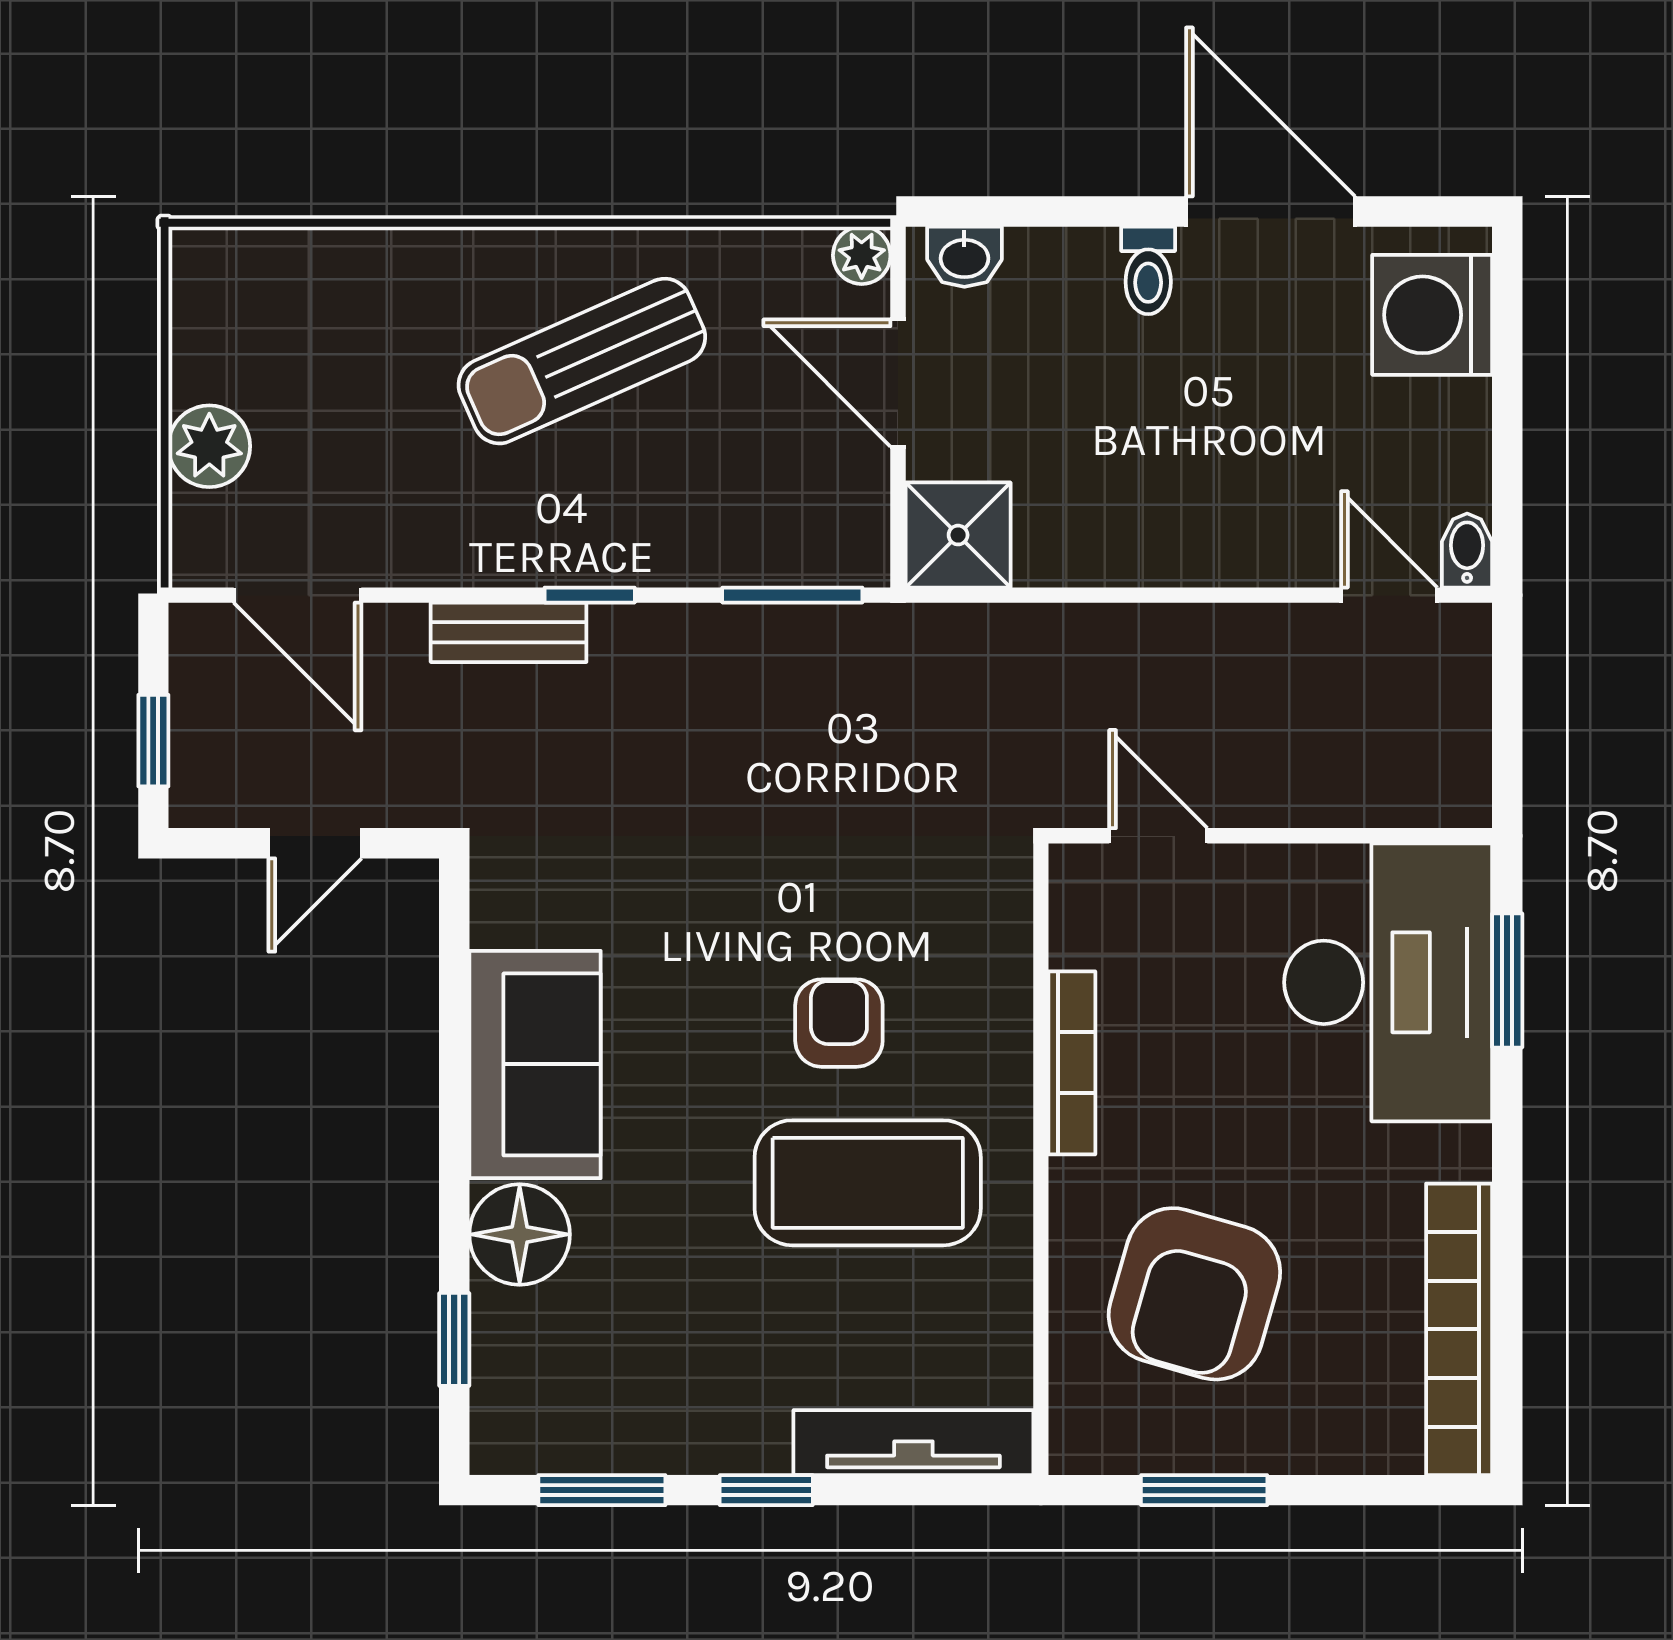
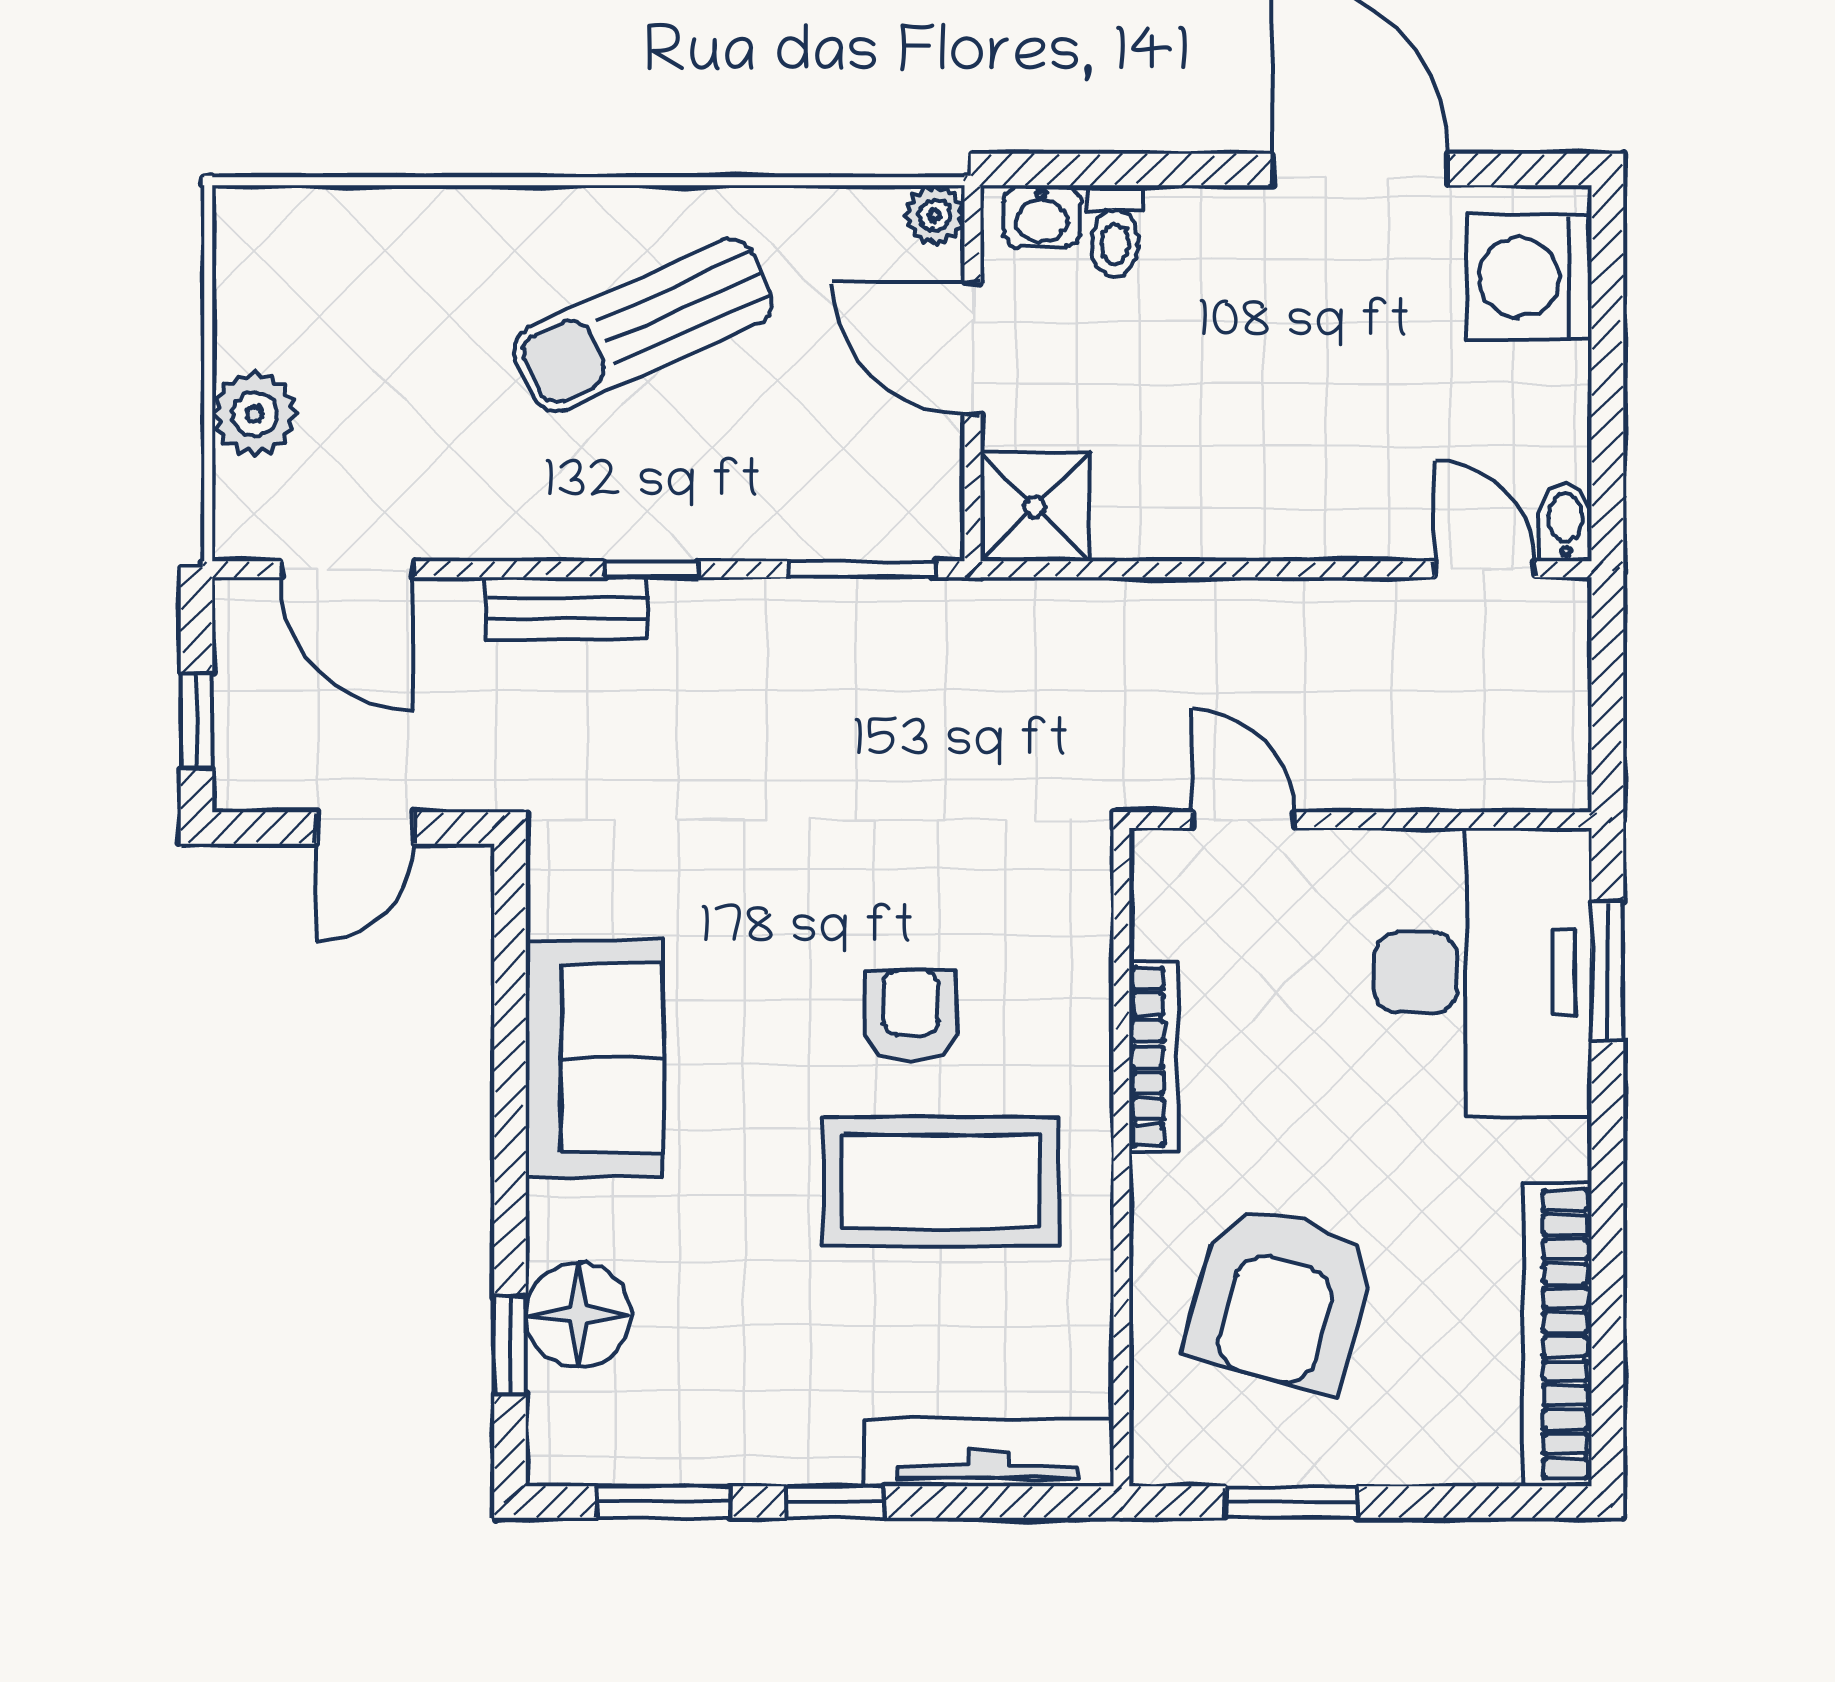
toilet: (1148, 270) -> (1115, 231), moved
floor lamp: (520, 1234) -> (578, 1315), moved

